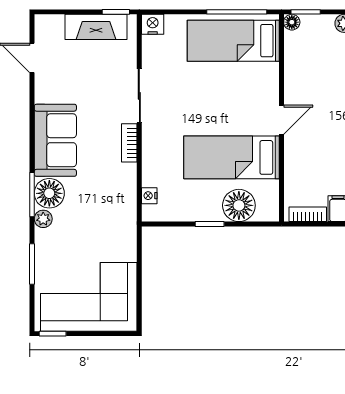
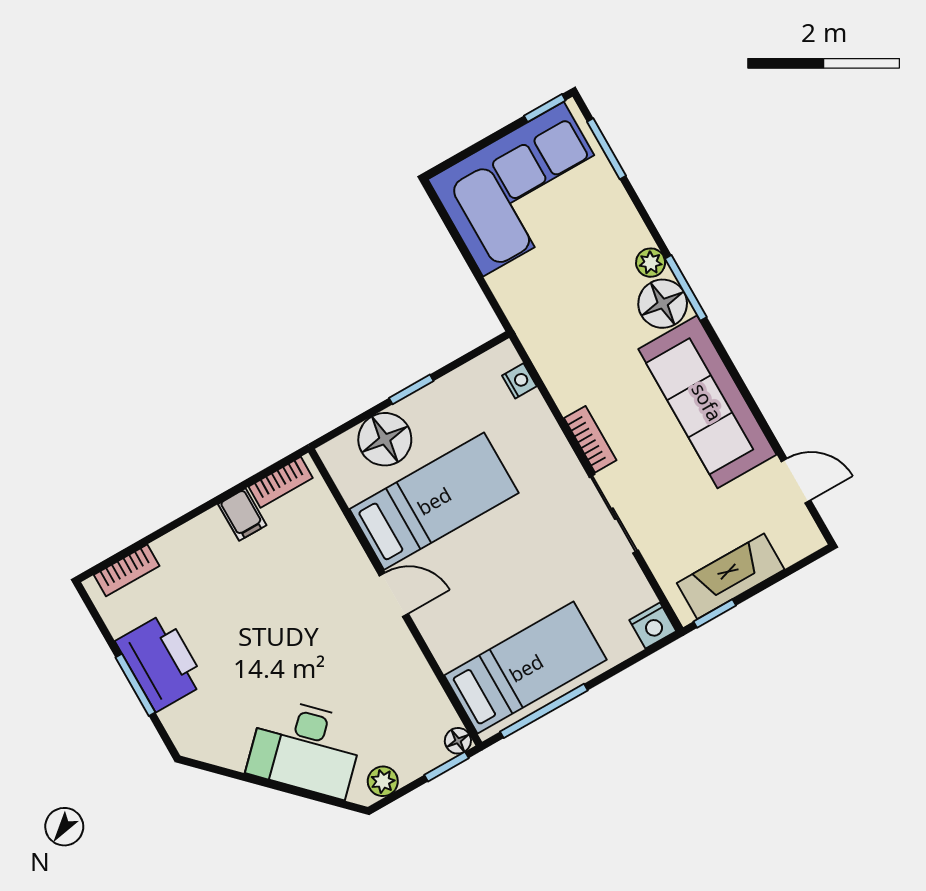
door: (282, 120) -> (394, 595), swing flipped
sofa: (55, 140) -> (707, 402), width x1.36
window: (32, 264) -> (607, 149), moved

